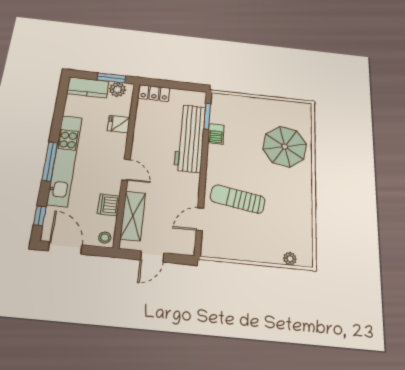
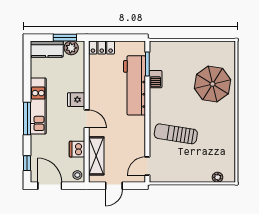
fridge: (119, 124) -> (76, 100), moved
kitchen unit: (65, 160) -> (38, 106), width x0.73
door: (200, 219) -> (147, 166), moved

